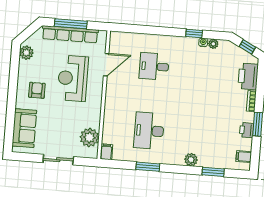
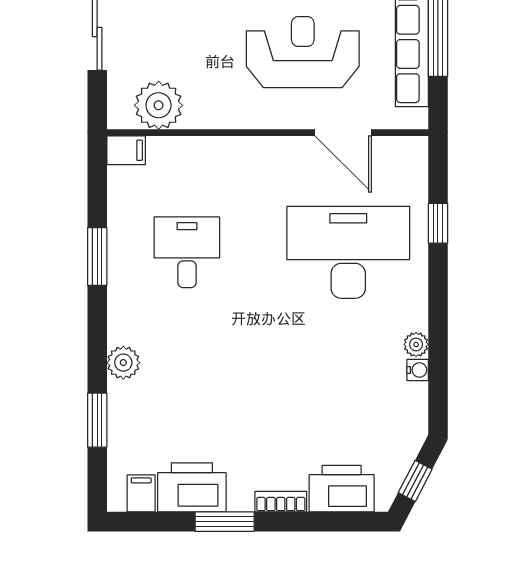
window: (194, 34) -> (438, 223), moved
plant: (213, 44) -> (416, 344), moved
desk: (154, 66) -> (348, 252), width x1.87, depth x1.30
printer: (247, 130) -> (192, 487), width x1.87, depth x1.48
desk: (149, 131) -> (187, 252), width x0.73

